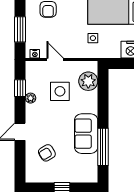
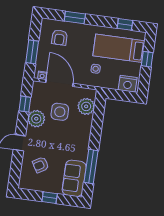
door: (55, 59) -> (59, 83), width x1.87
plant: (31, 98) -> (36, 119), width x1.88, depth x1.88
sofa: (86, 134) -> (74, 178), moved

